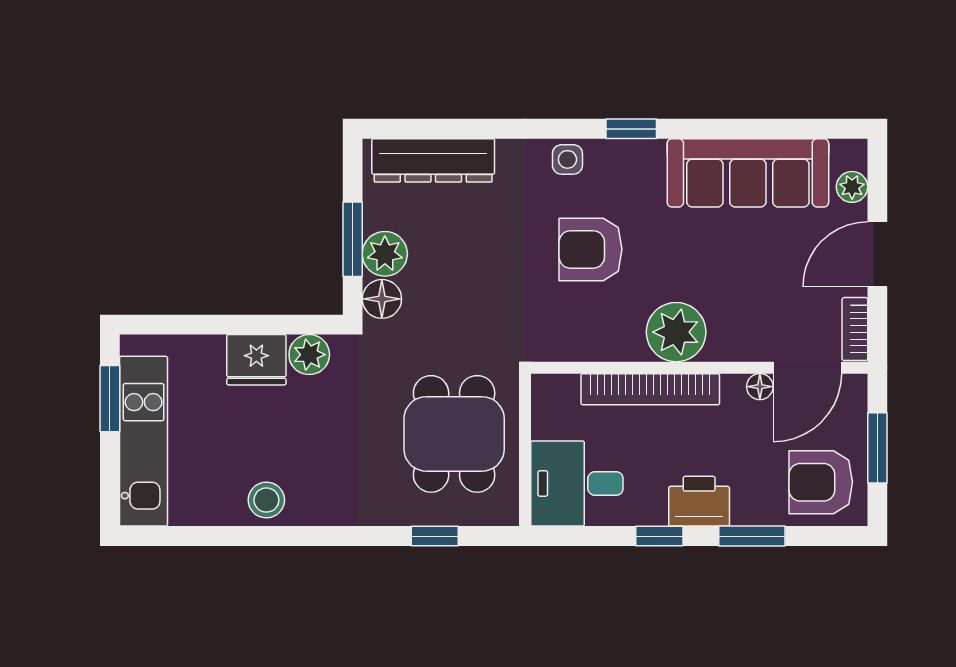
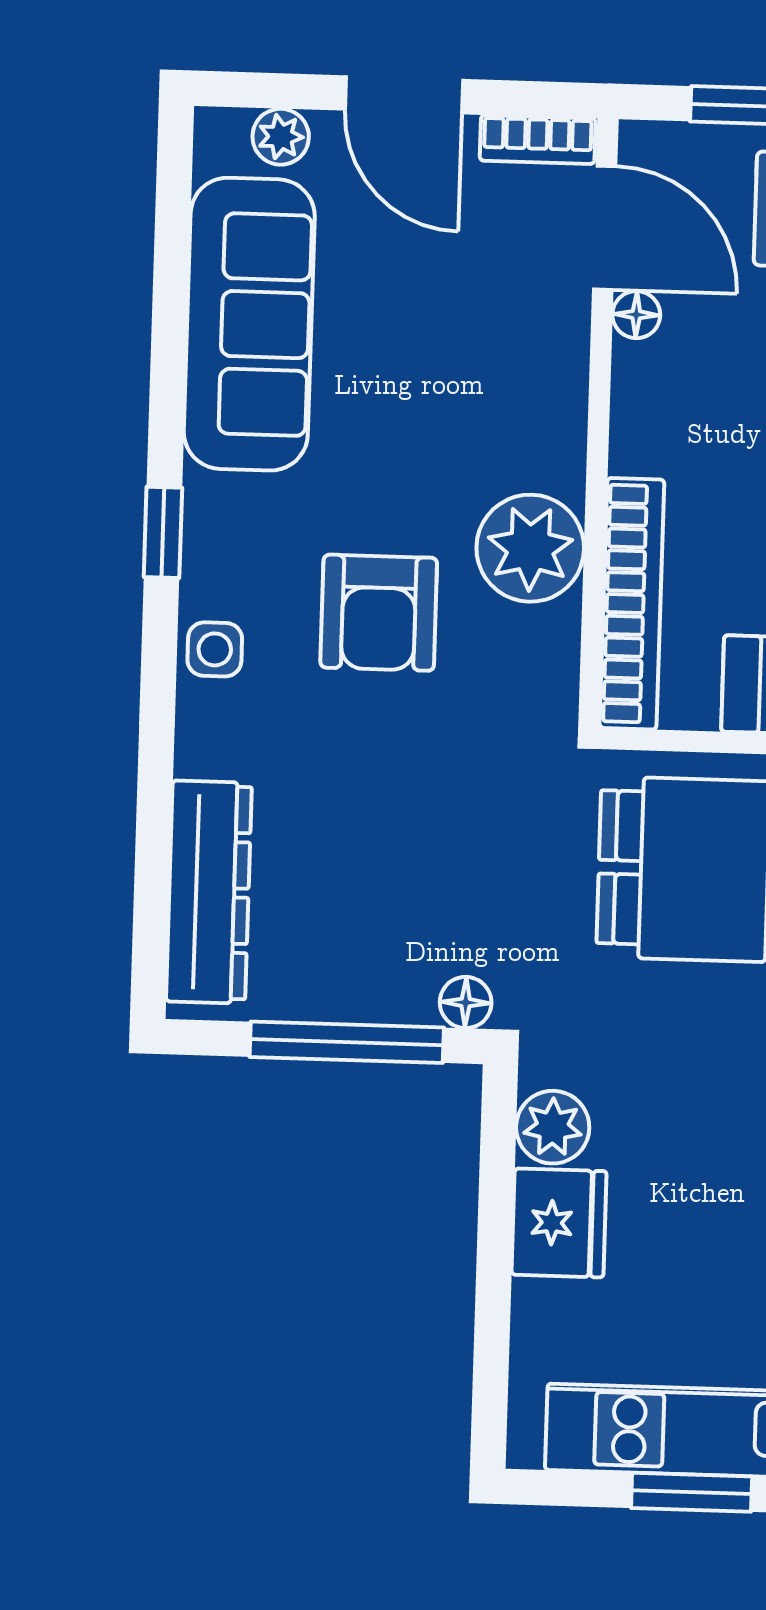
window: (353, 239) -> (347, 1042), width x1.44
plant: (385, 254) -> (375, 985), removed
floor lamp: (382, 299) -> (466, 1002), width x0.73, depth x0.73
plant: (676, 332) -> (530, 548), moved
bookcase: (650, 389) -> (632, 604), moved
window: (110, 399) -> (692, 1492), moved

